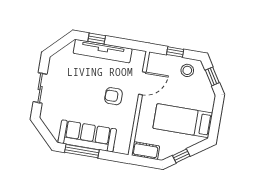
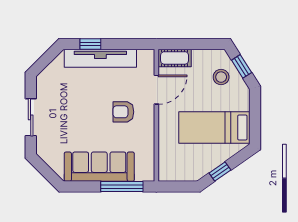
window: (175, 52) -> (190, 44), removed
stool: (187, 70) -> (221, 77), moved
window: (82, 151) -> (122, 187), moved
cot: (146, 151) -> (175, 58), moved

